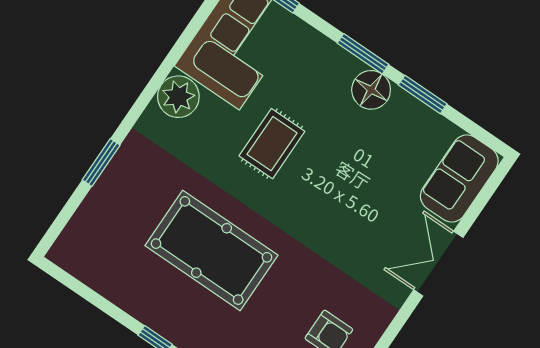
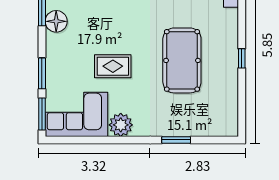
window: (363, 54) -> (42, 73), moved
floor lamp: (371, 90) -> (56, 21), moved

